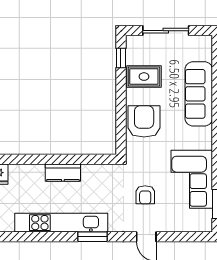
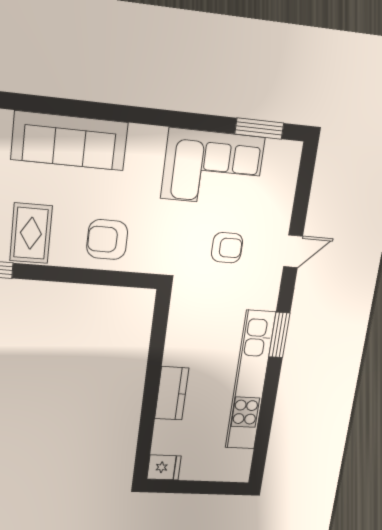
armchair: (144, 121) -> (107, 240), width x0.73, depth x0.73
kitchen counter: (63, 173) -> (172, 393), moved

